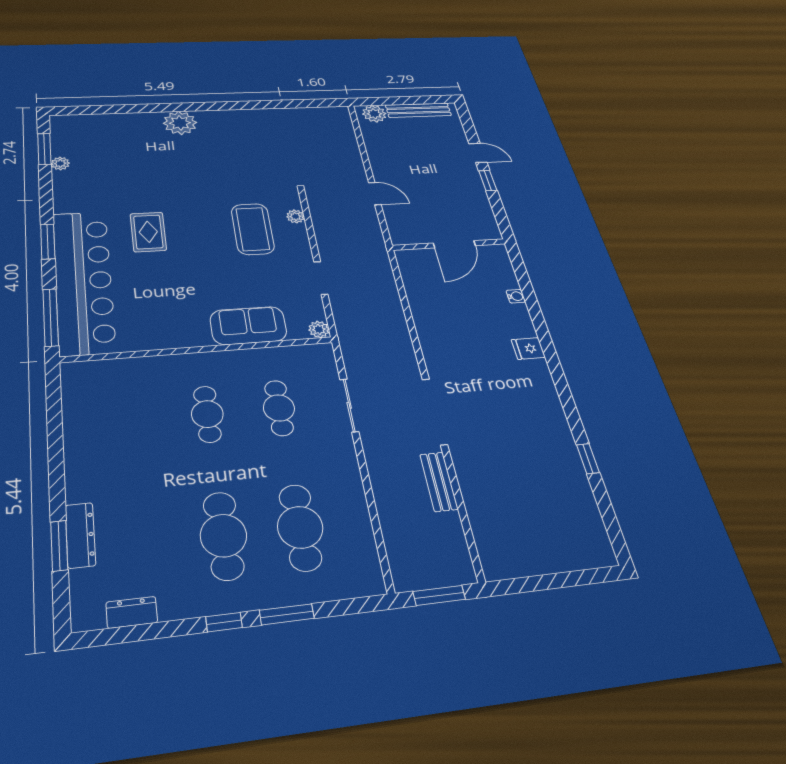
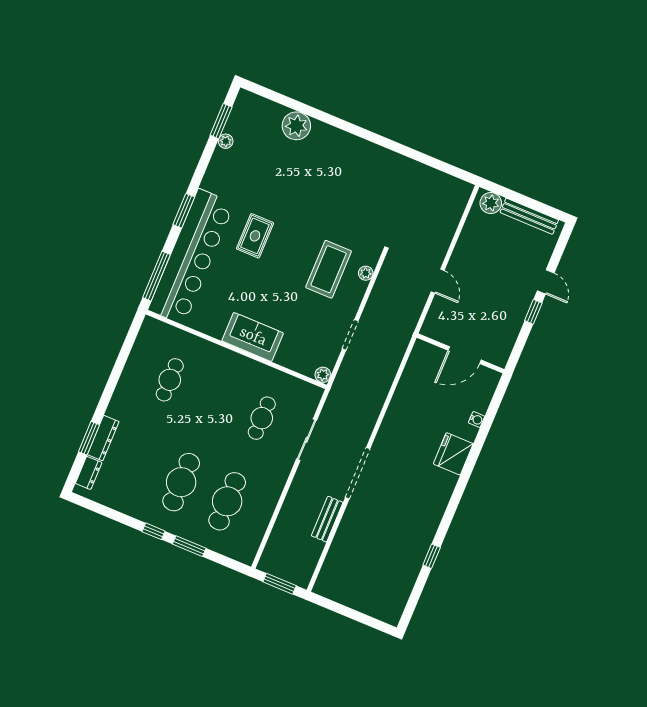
plant: (180, 123) -> (296, 126), moved
sofa: (248, 326) -> (253, 337), moved
fridge: (528, 348) -> (453, 454), width x1.88, depth x1.34
cafe table: (207, 414) -> (170, 380), moved
dresser: (132, 612) -> (89, 473), moved, turned 90

